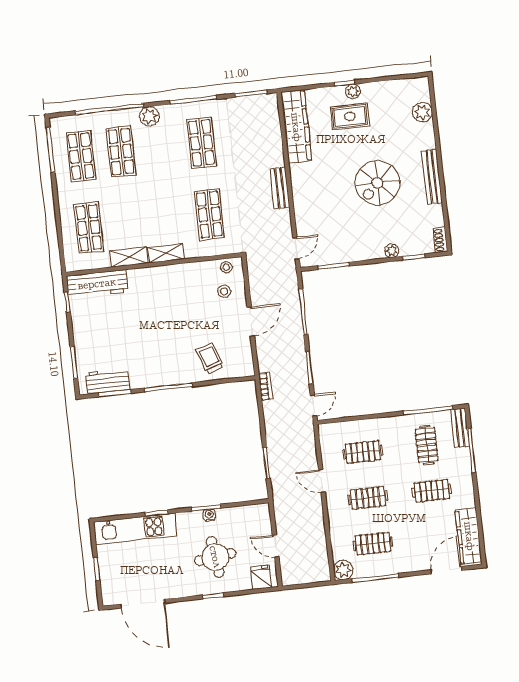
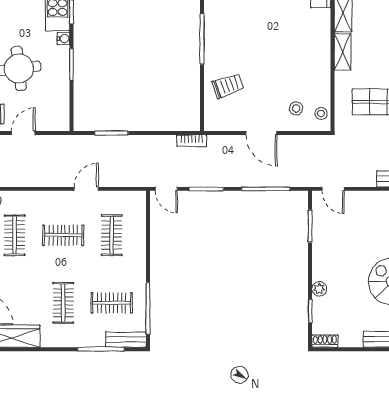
clothes rail: (368, 498) -> (63, 235), turned 90
water cooler: (209, 515) -> (63, 39), moved

